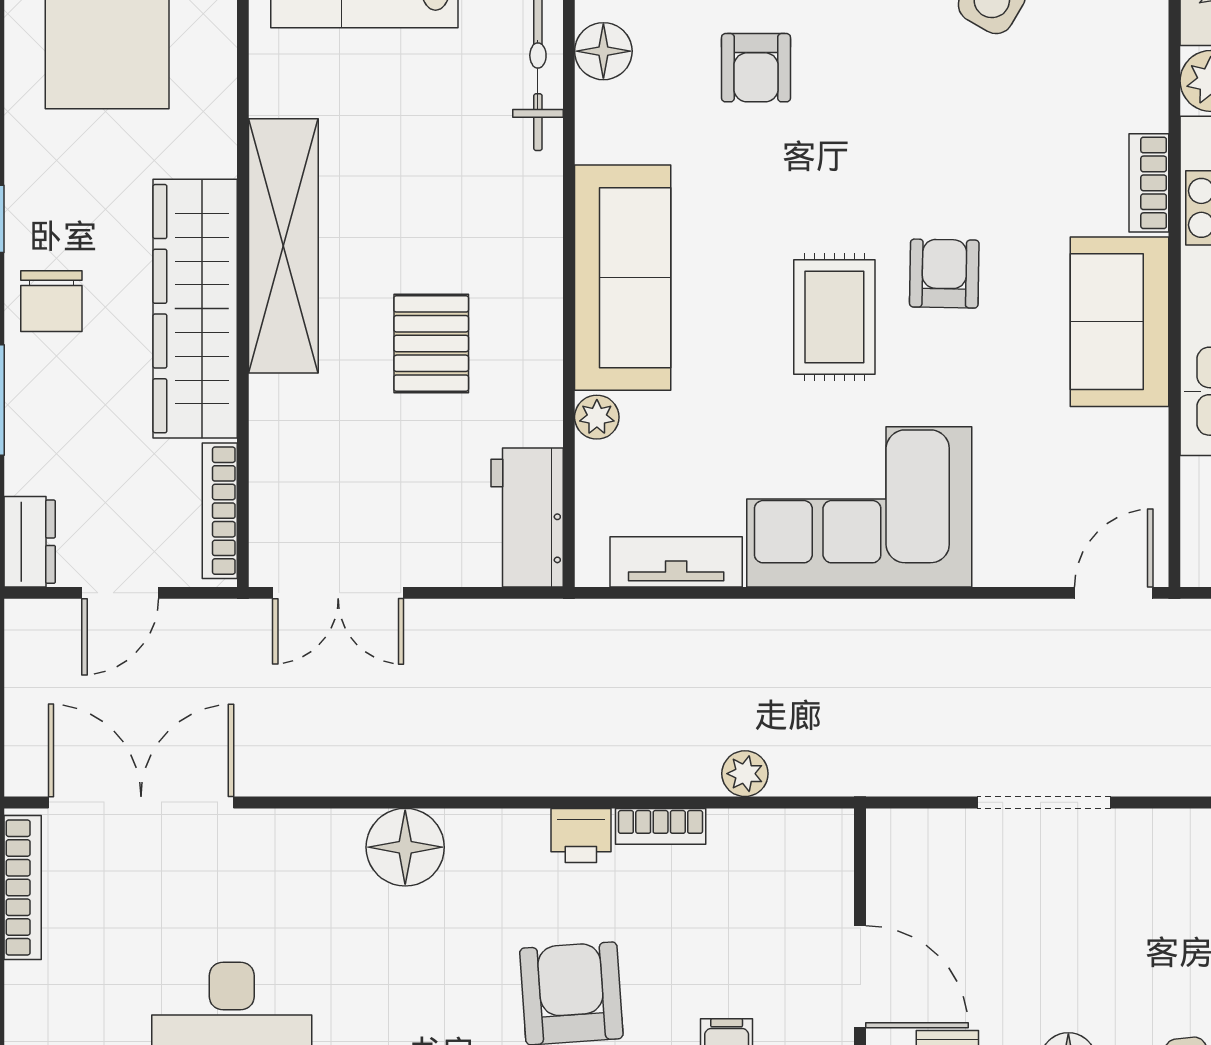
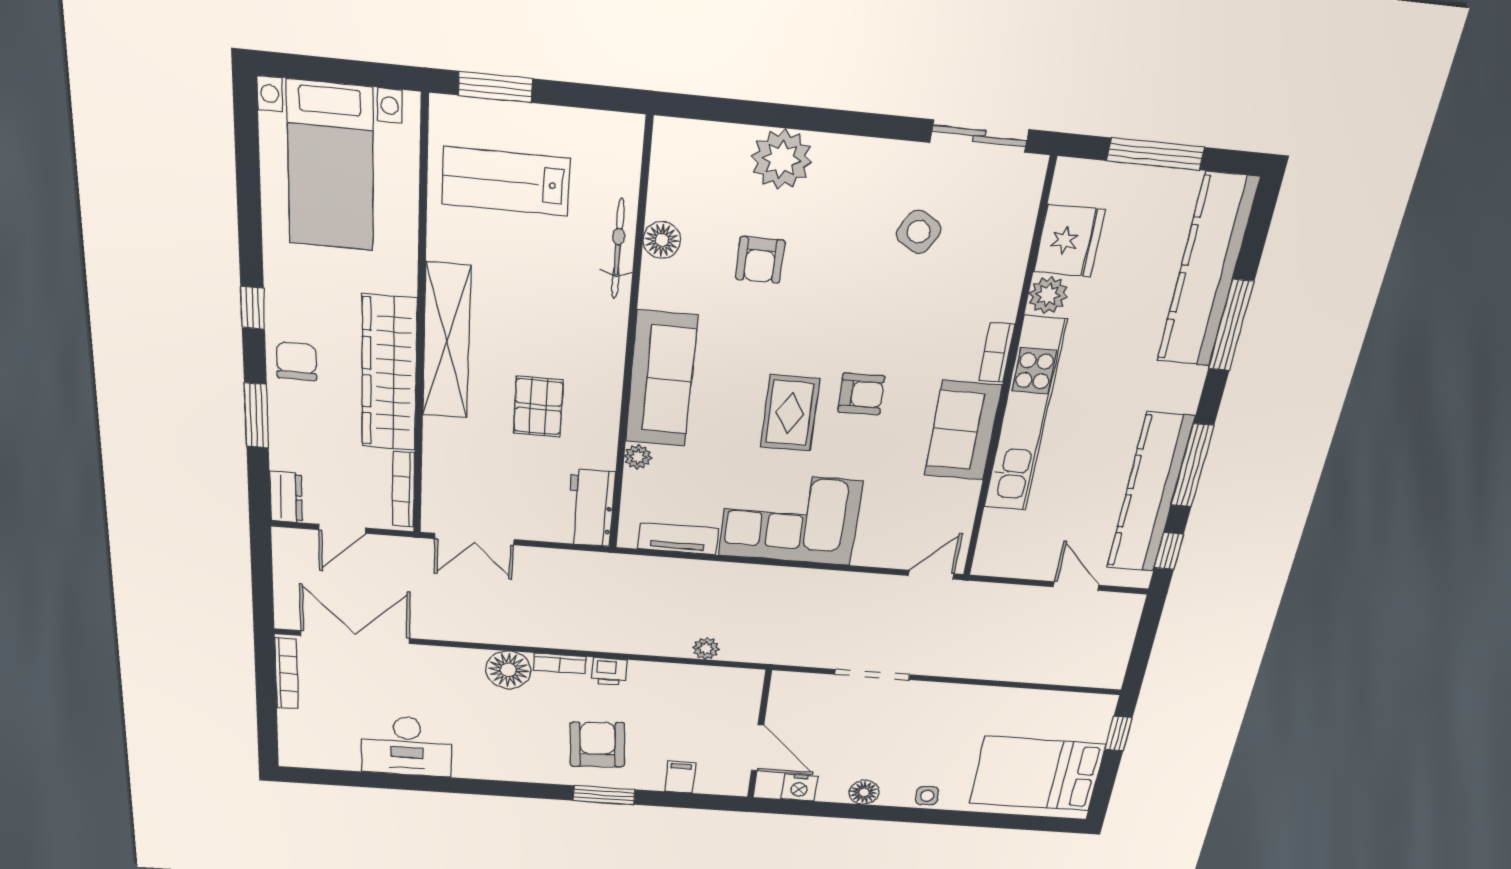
armchair: (944, 274) -> (861, 394), turned 88
chair: (51, 301) -> (296, 361), turned 180
bookcase: (661, 826) -> (560, 663), moved

